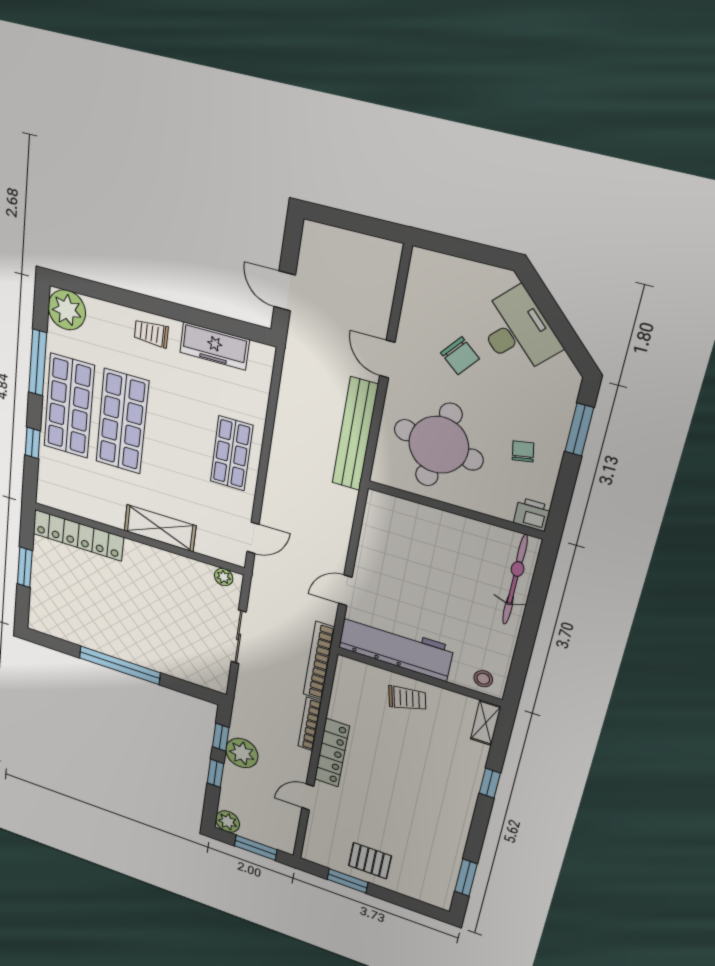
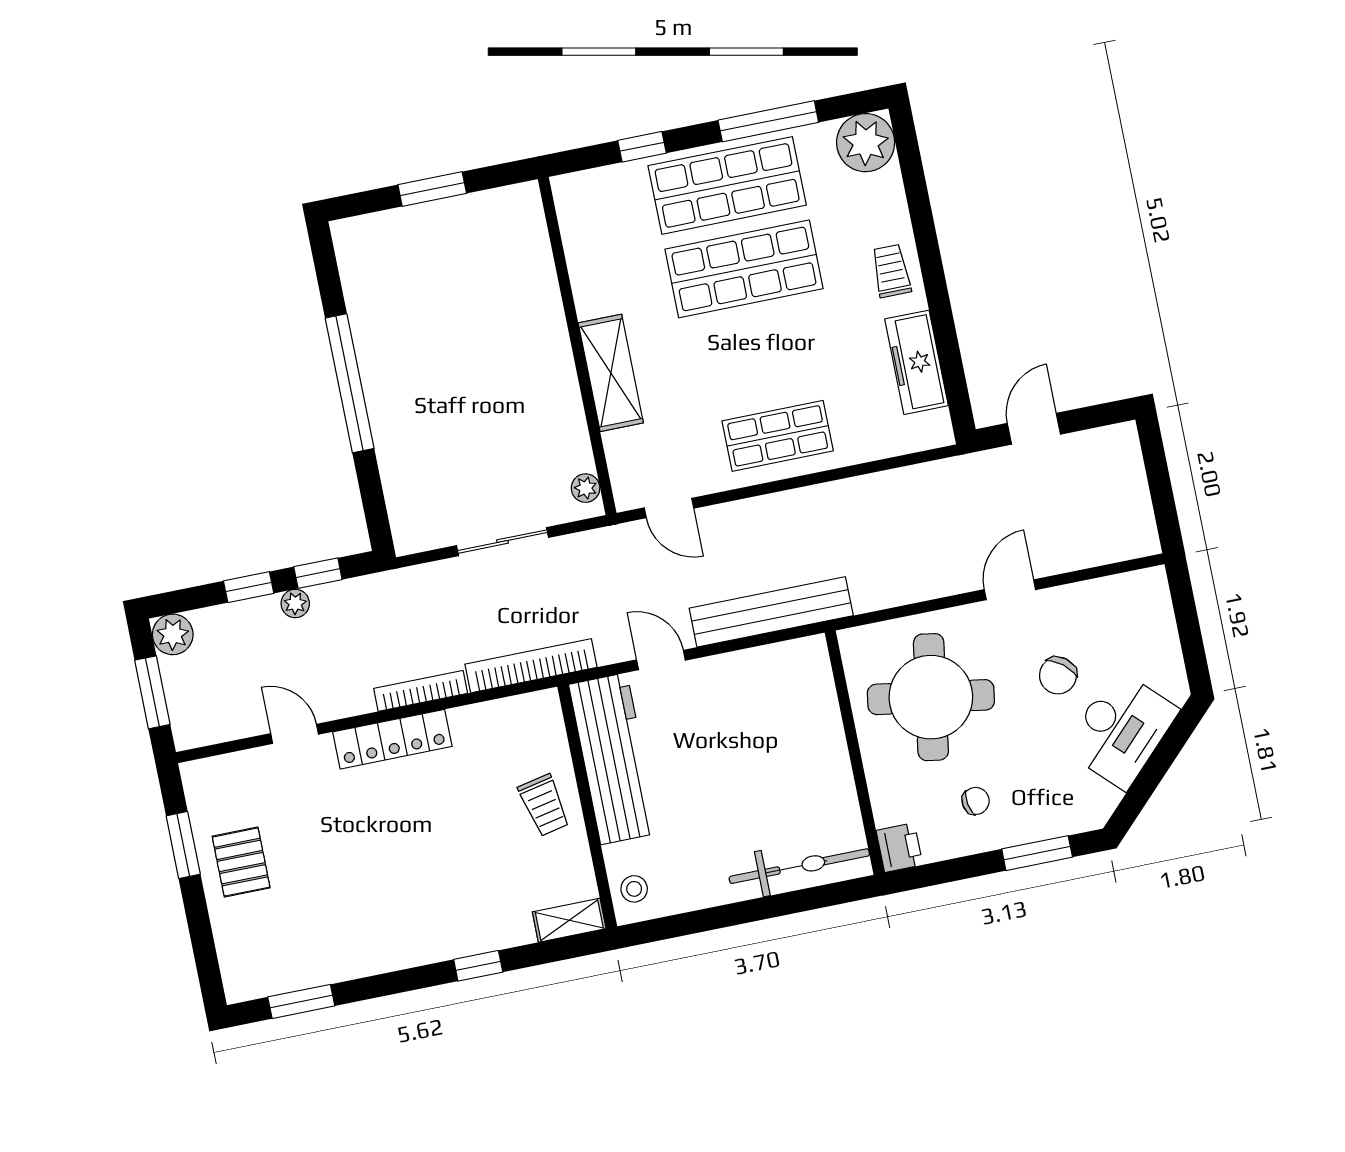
bench: (355, 434) -> (771, 612), moved
locker: (78, 535) -> (532, 256), removed
plant: (242, 753) -> (295, 603), width x0.53, depth x0.53

